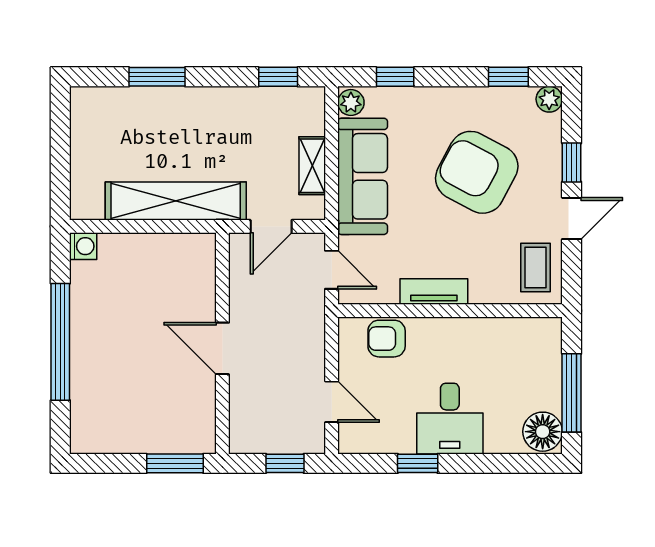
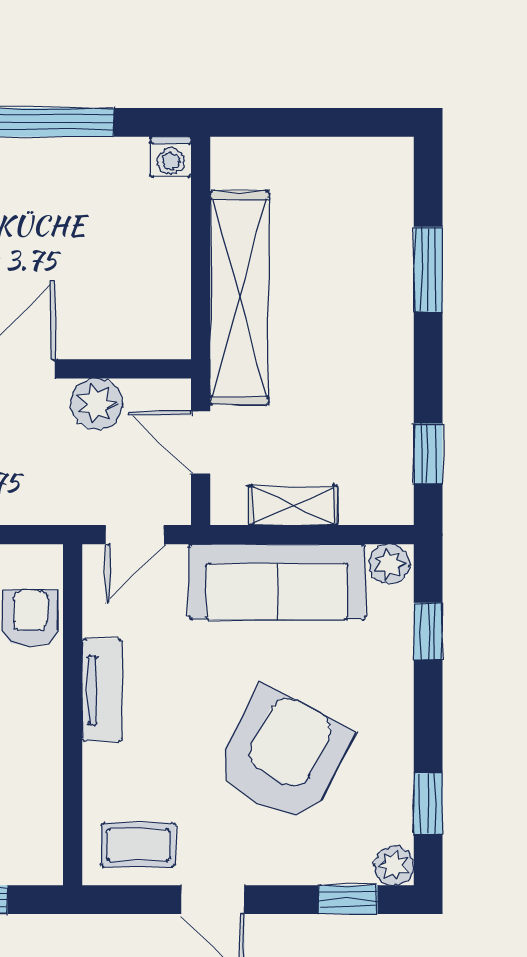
window: (572, 163) -> (348, 900), moved
plant: (246, 295) -> (96, 404), added

